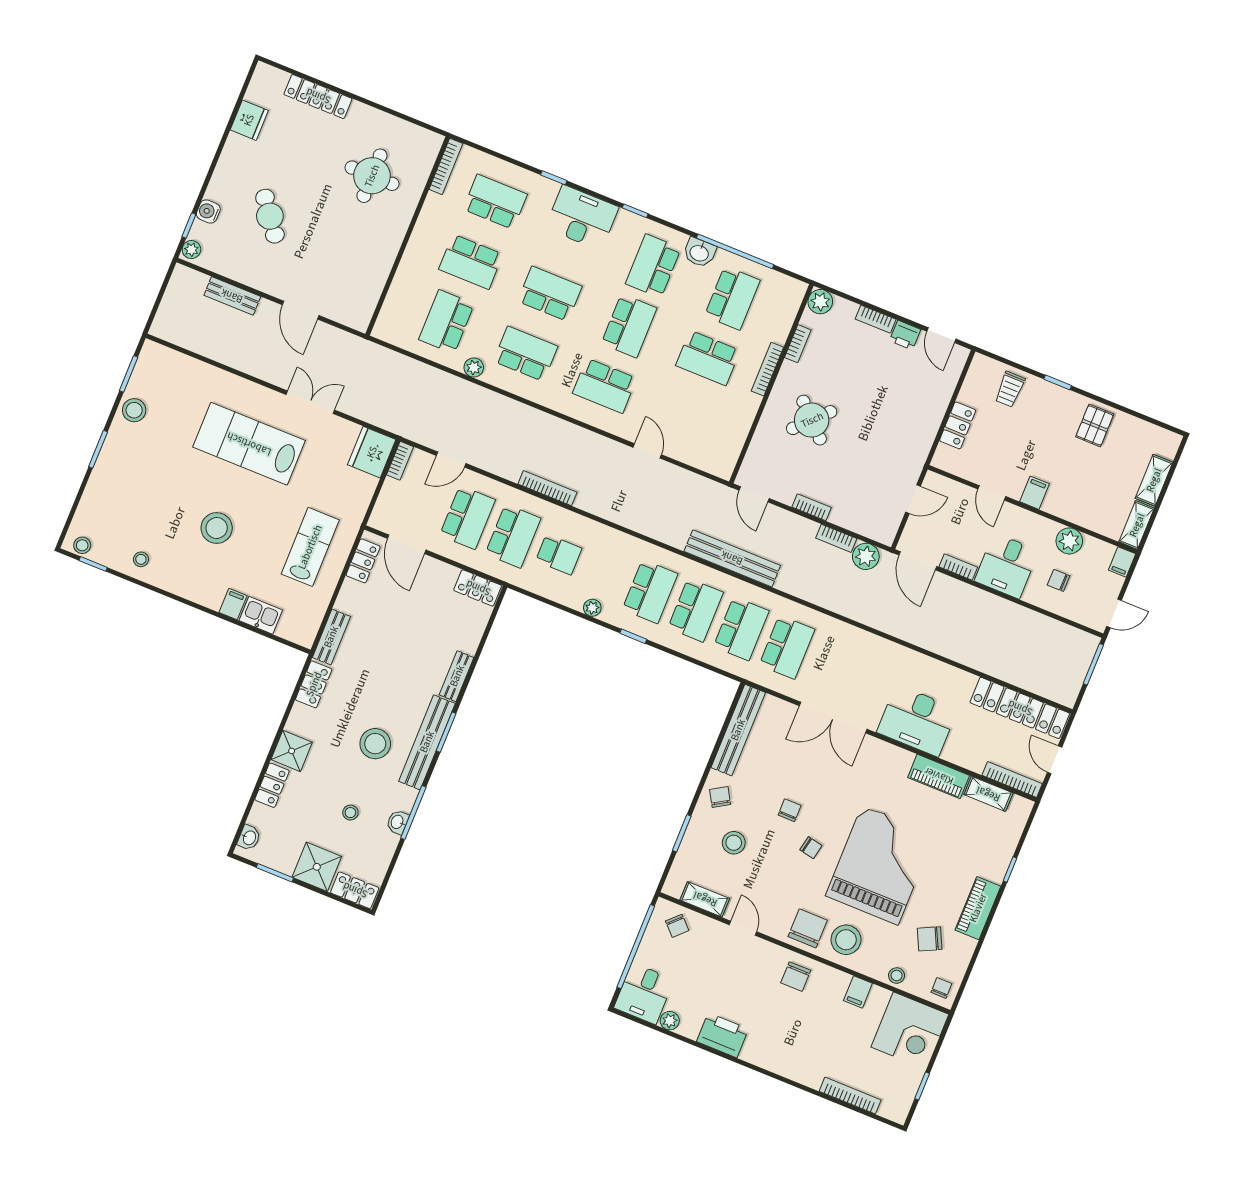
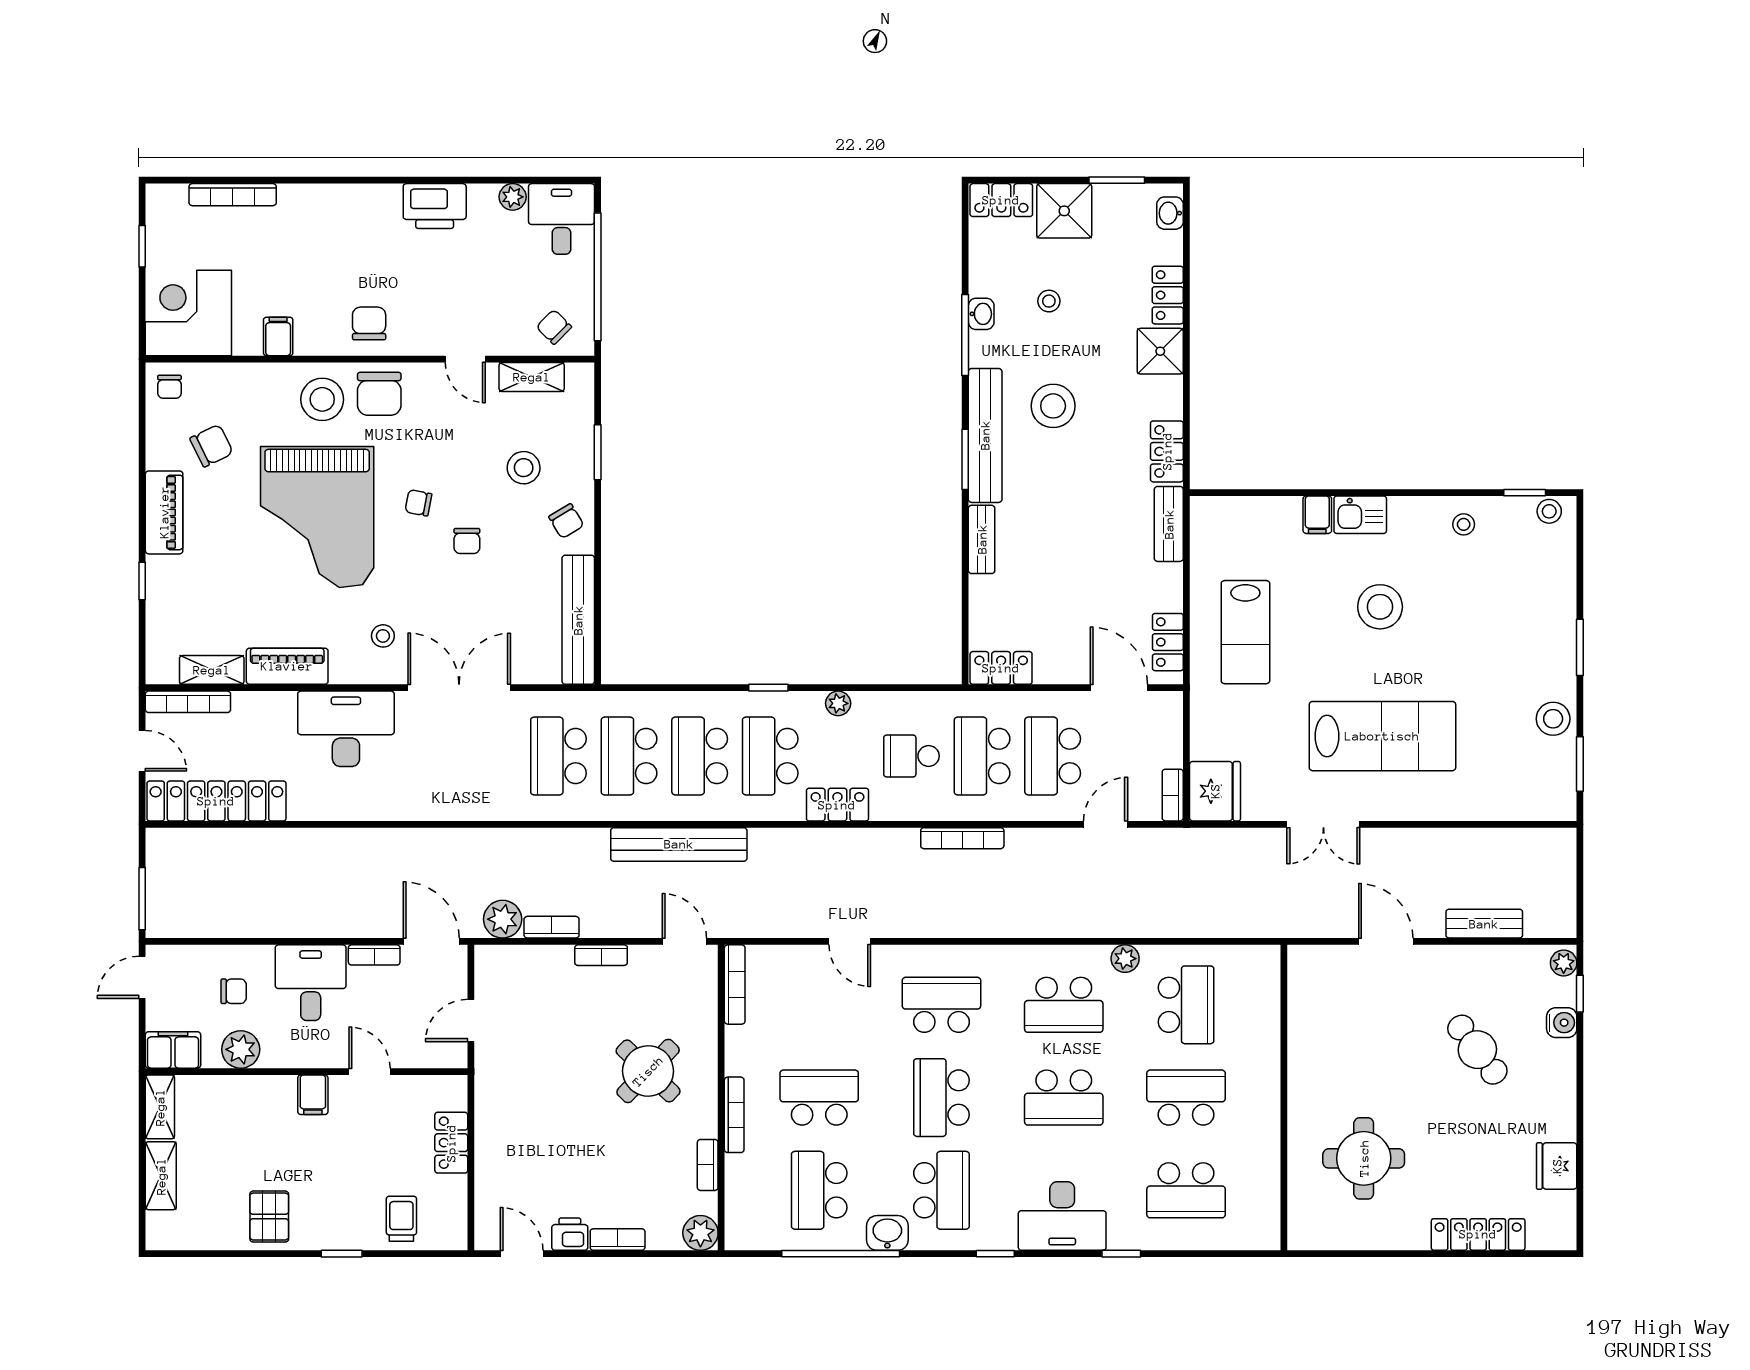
bookcase: (446, 166) -> (735, 984), moved, turned 180
locker: (619, 543) -> (837, 805), added
filing cabinet: (1122, 562) -> (173, 1050), width x2.00
kitchen sink: (261, 615) -> (1360, 515), moved
stool: (897, 976) -> (383, 636), moved

